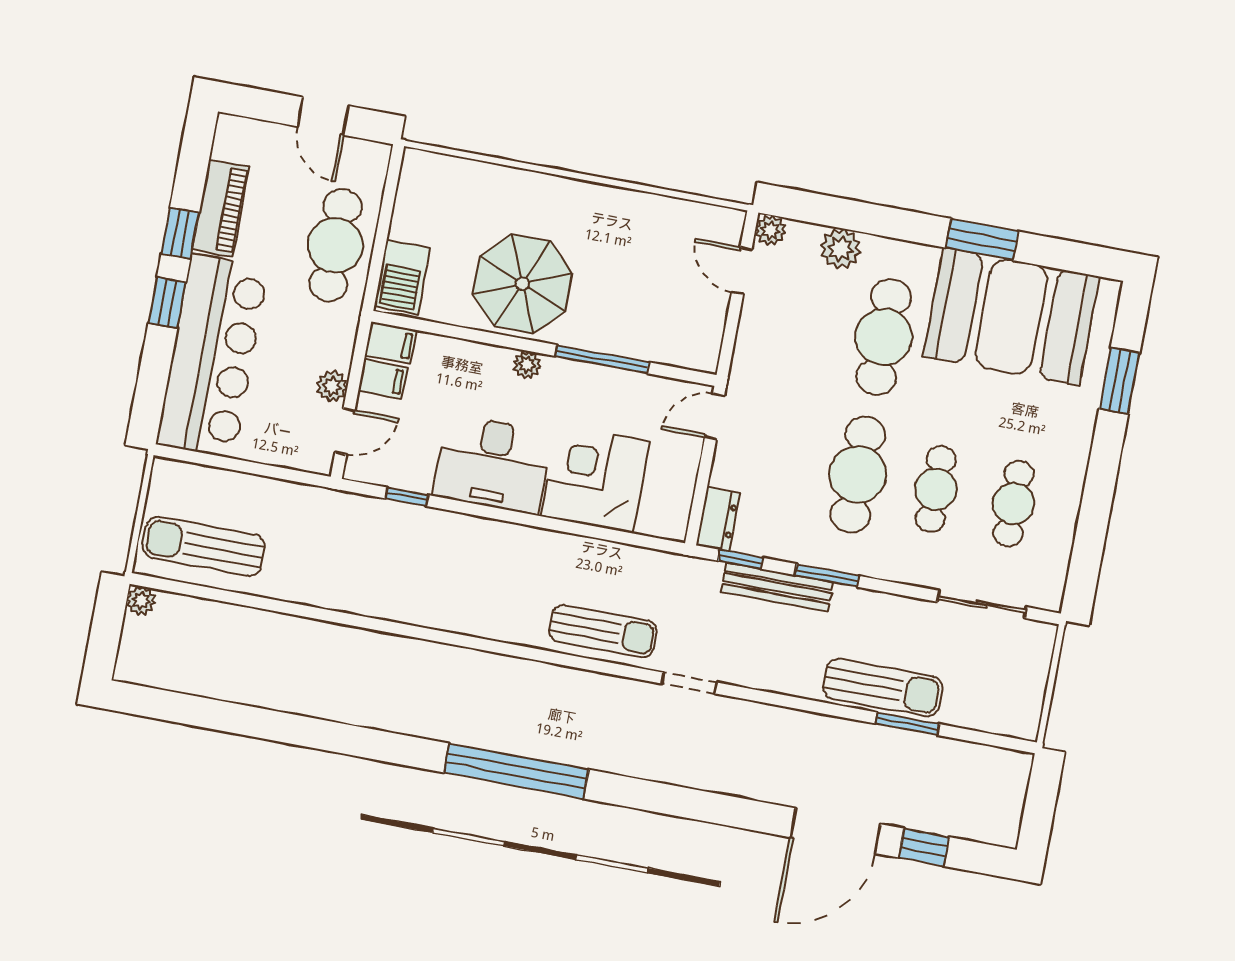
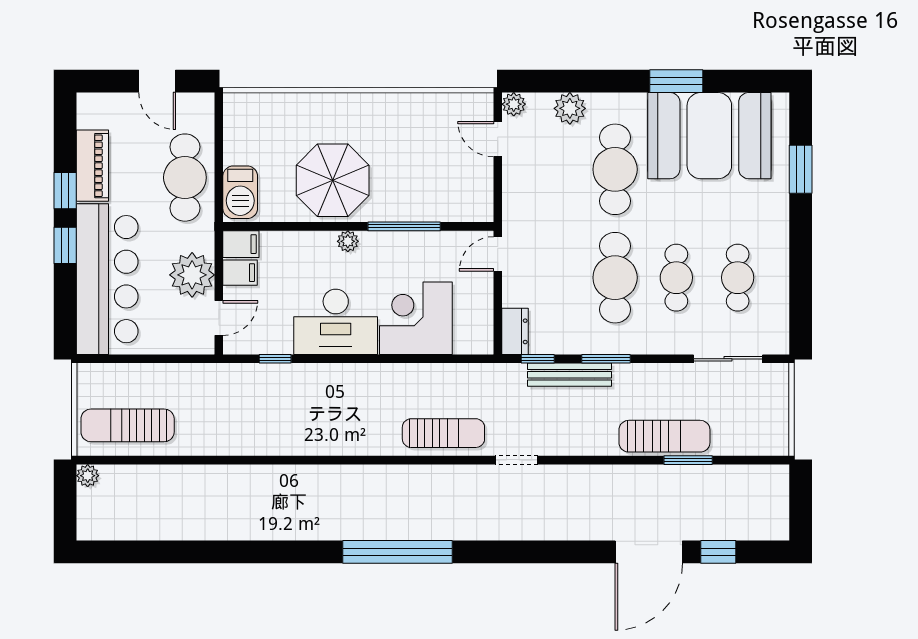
plant: (332, 386) -> (192, 275), width x1.87, depth x1.87

